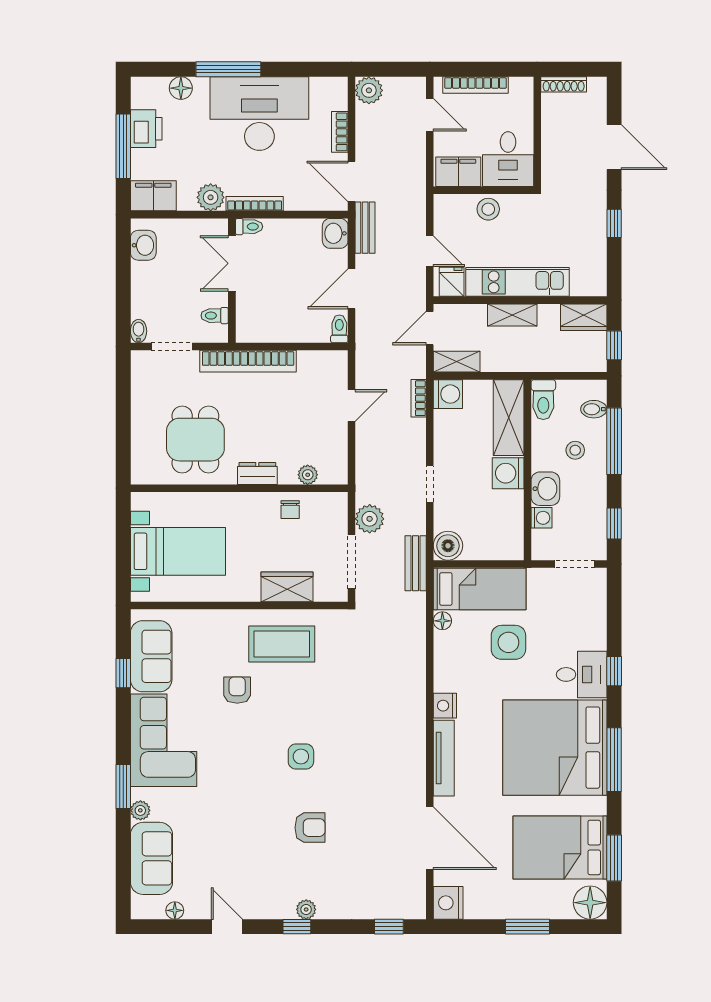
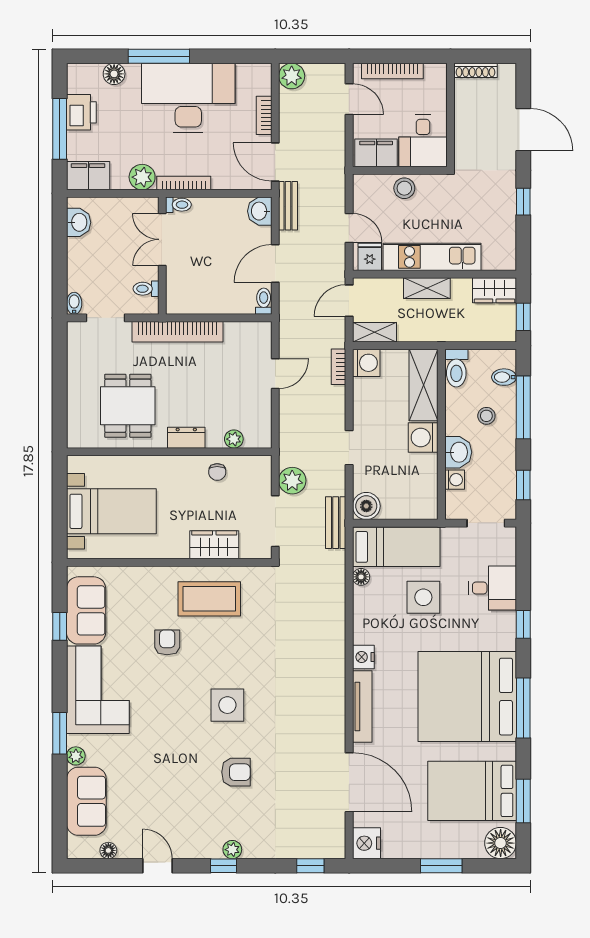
desk: (582, 674) -> (492, 588), moved
side table: (301, 757) -> (227, 705), width x1.37, depth x1.37

